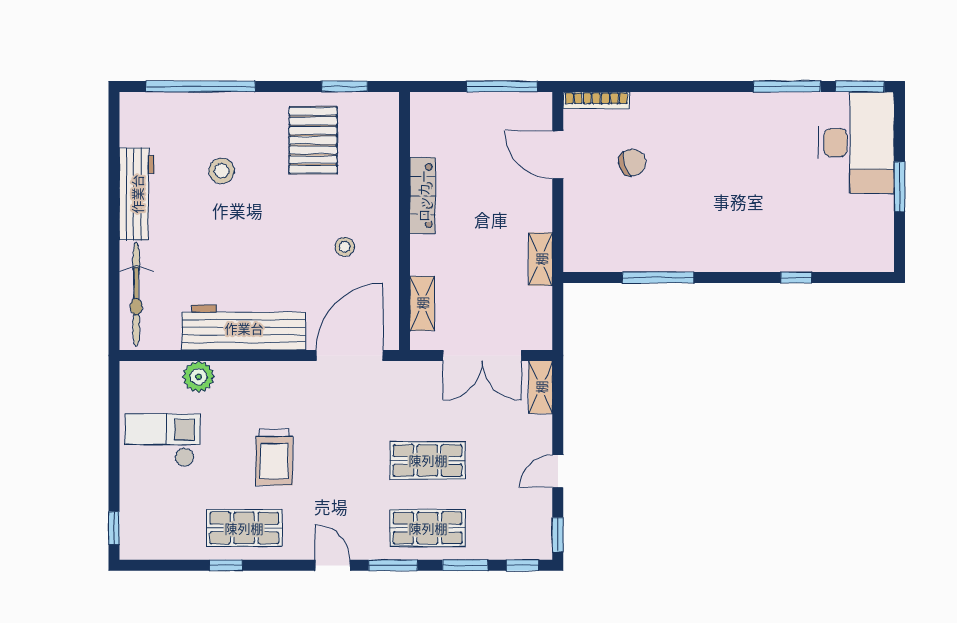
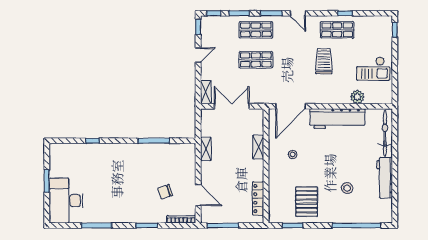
window: (860, 87) -> (147, 225), moved
locker: (423, 196) -> (258, 199), moved
shelving: (422, 303) -> (258, 147), moved

